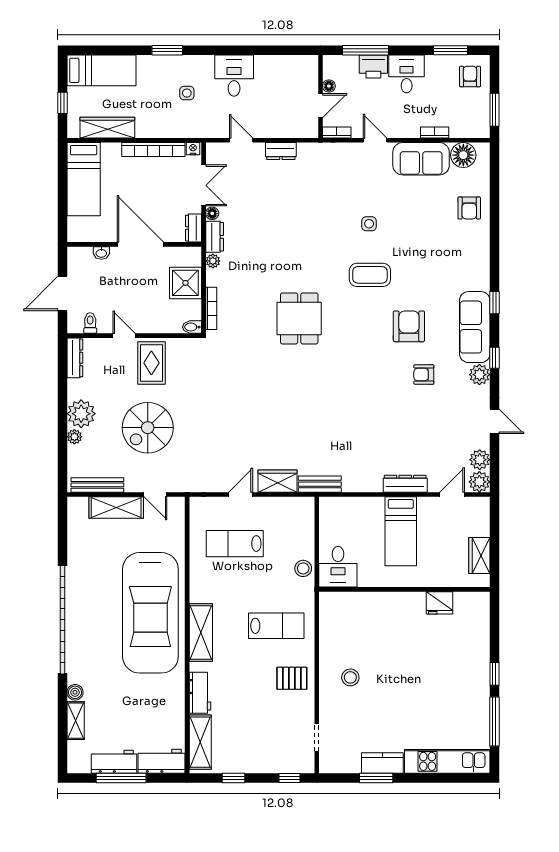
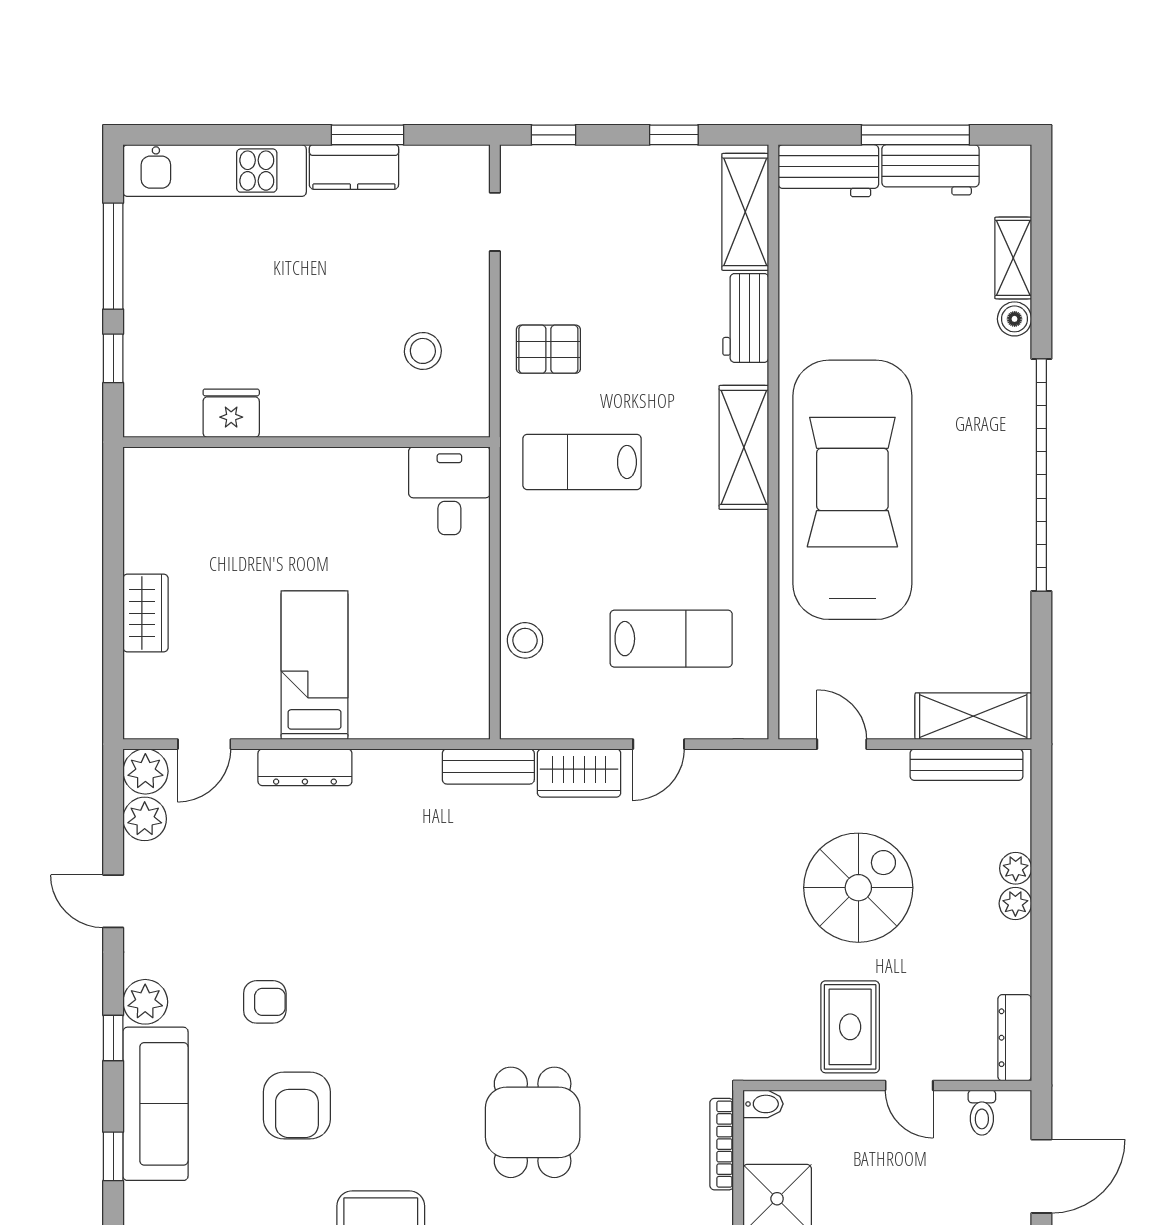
plant: (81, 414) -> (1015, 903), width x0.53, depth x0.53
shelving: (116, 507) -> (973, 716), moved
desk: (338, 567) -> (449, 491), moved
stool: (303, 568) -> (525, 640), moved
wall: (404, 589) -> (307, 442), moved
fridge: (439, 603) -> (231, 413), moved

